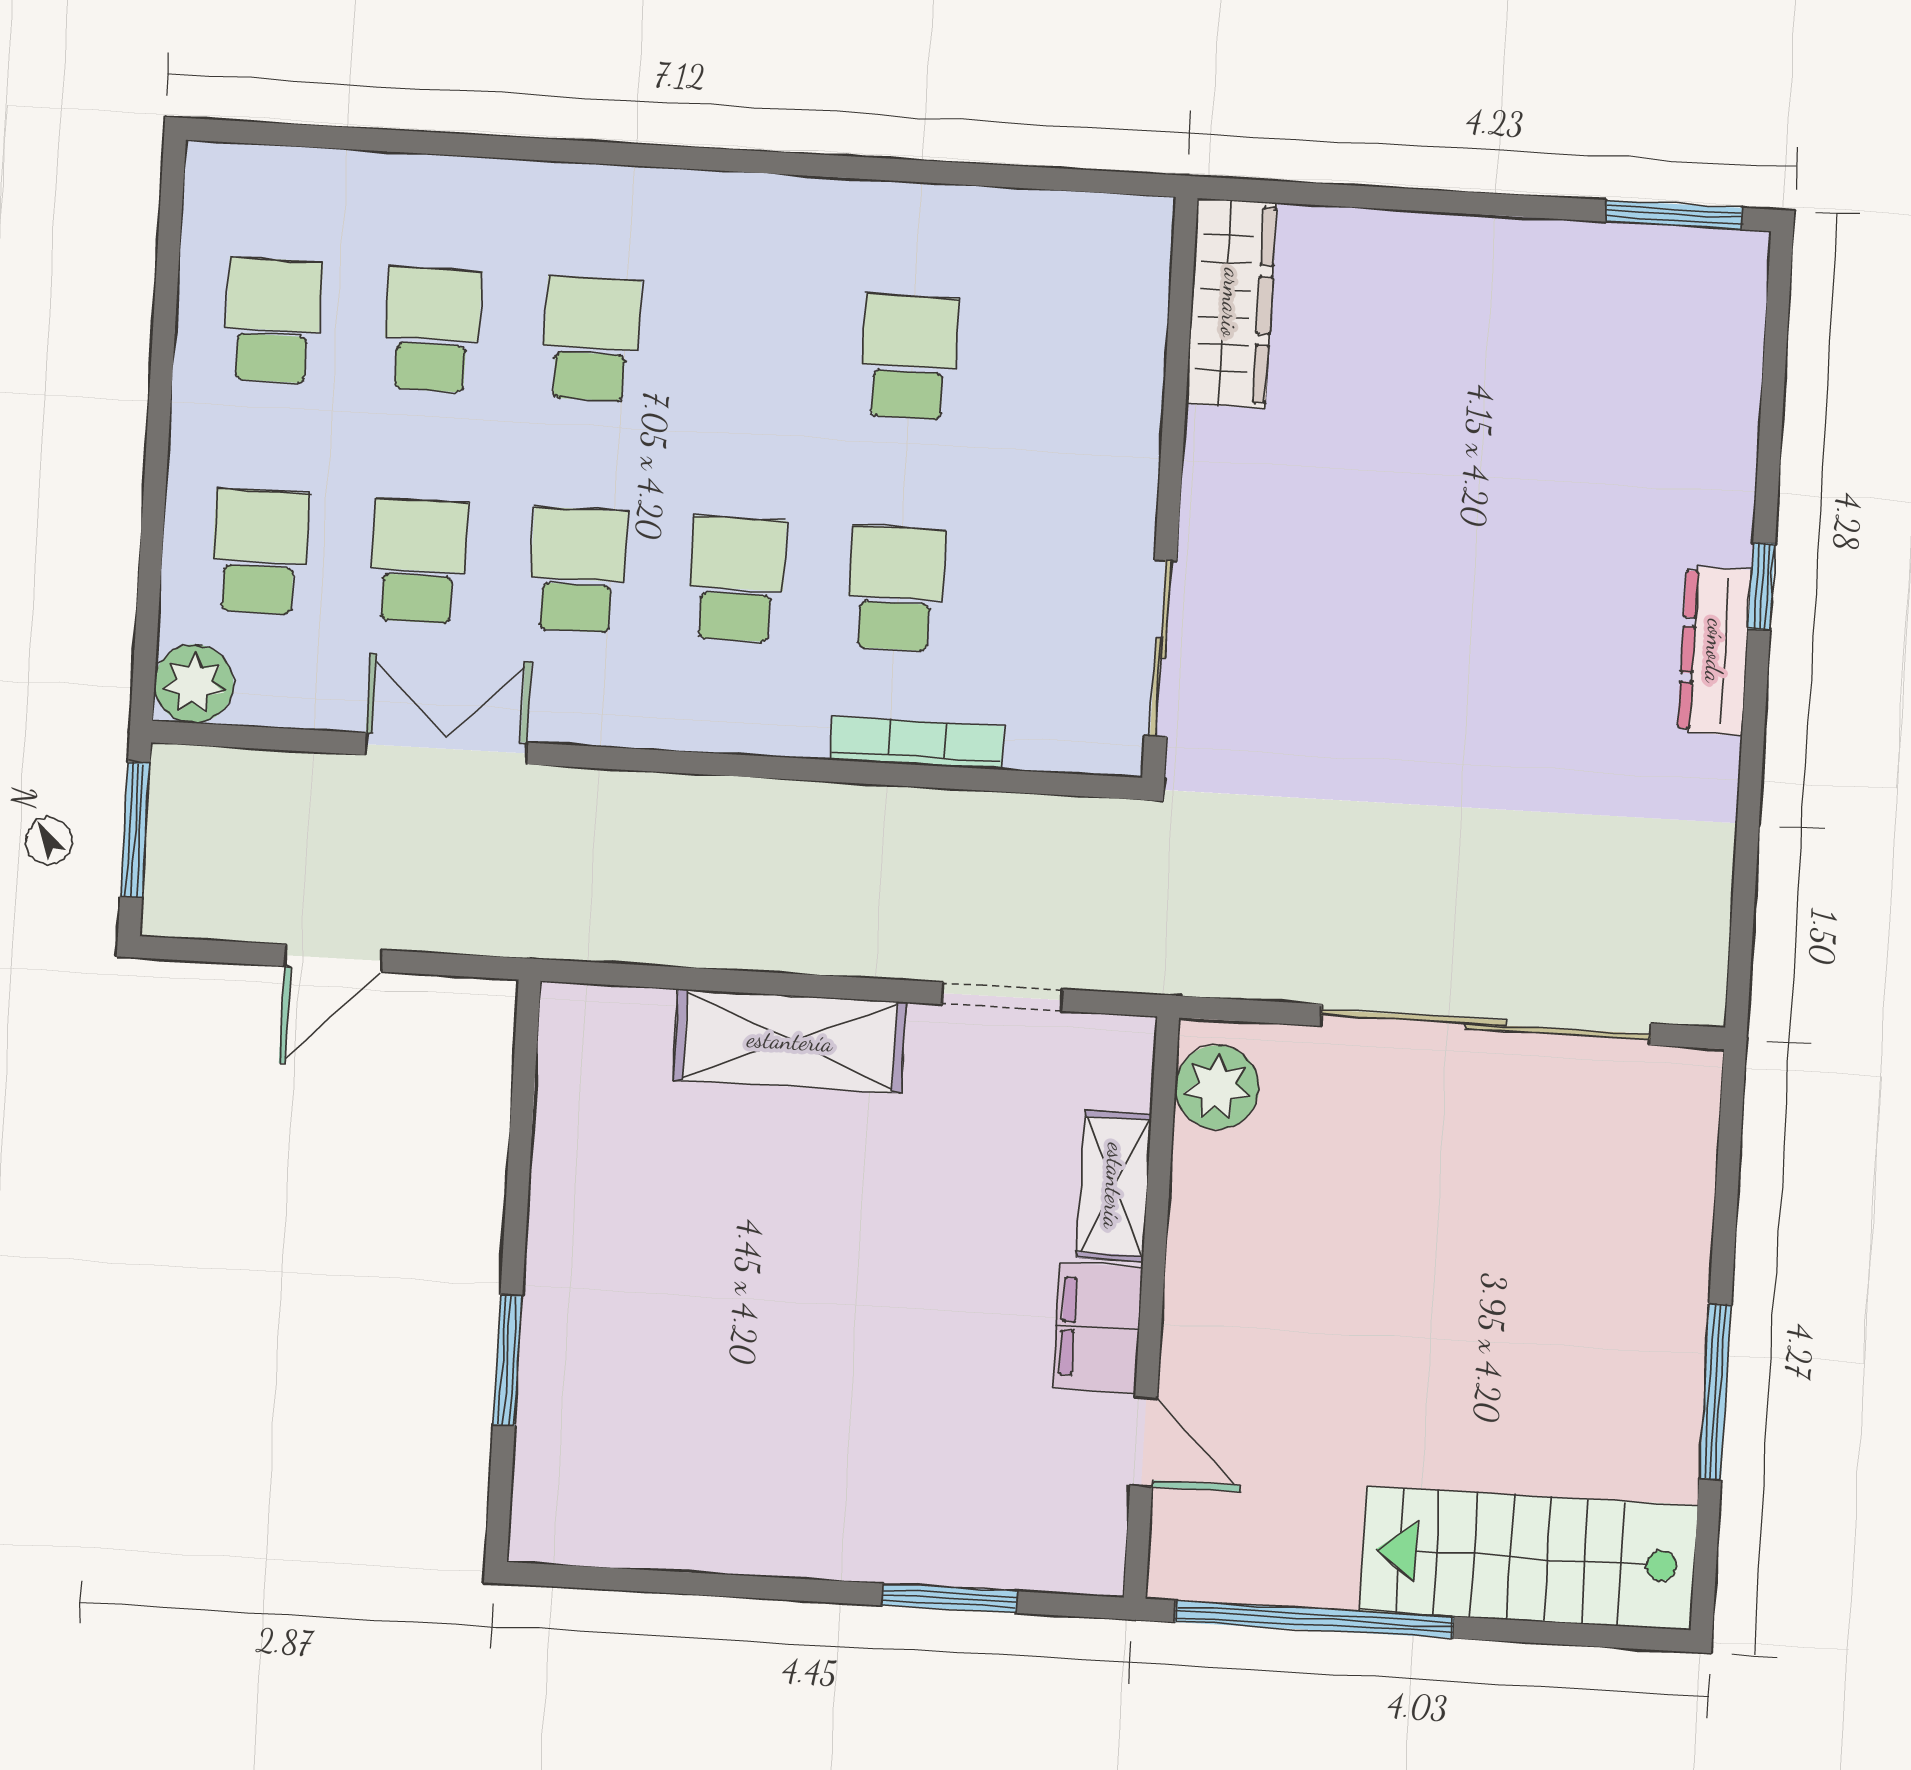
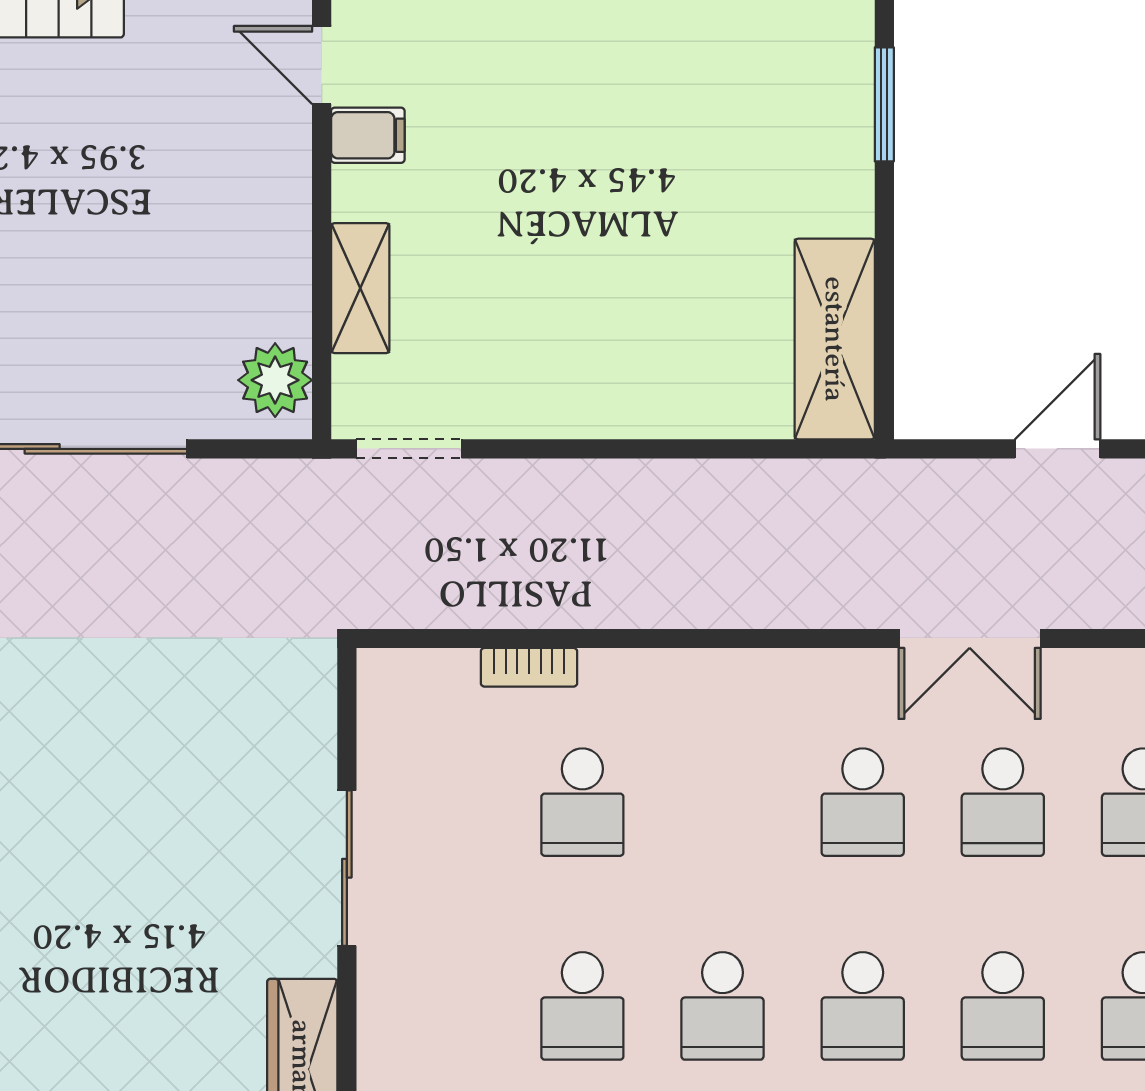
school desk: (737, 579) -> (723, 1006), moved
sliding door: (1161, 648) -> (347, 868), moved
bookcase: (917, 743) -> (529, 667), width x0.64
doorway: (1002, 997) -> (409, 449), moved
shelving: (790, 1041) -> (835, 339), moved, turned 90
filing cabinet: (1097, 1328) -> (368, 135), width x0.50

